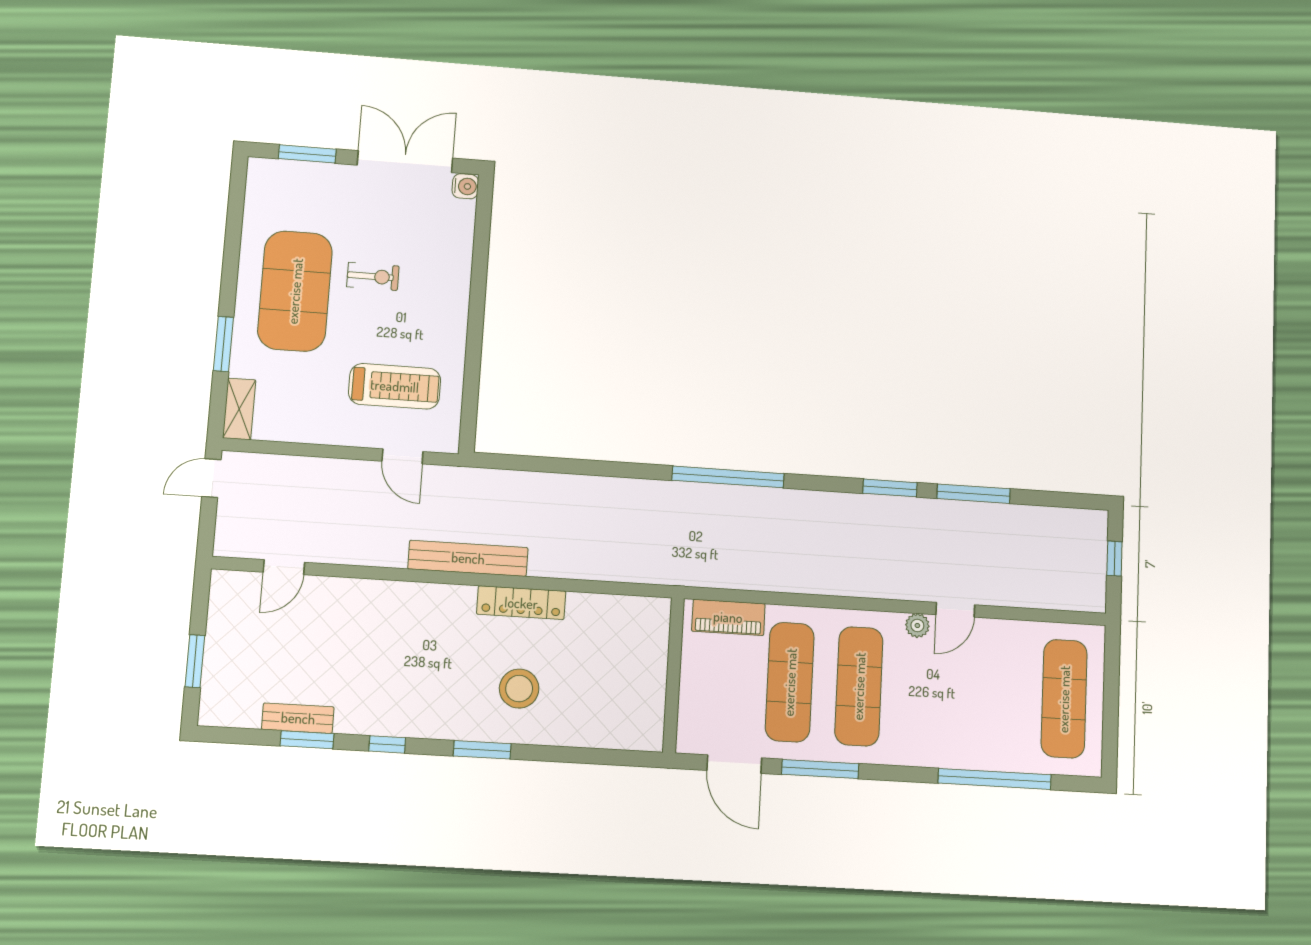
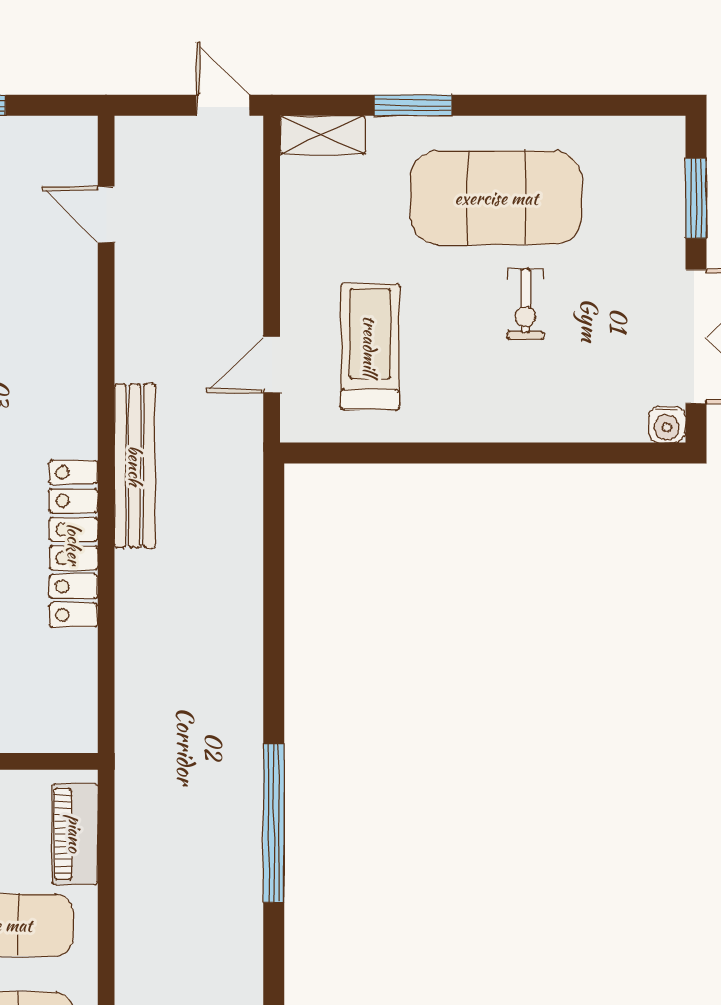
treadmill: (395, 386) -> (370, 346), turned 180
locker: (521, 603) -> (74, 544), width x1.41, depth x1.21

